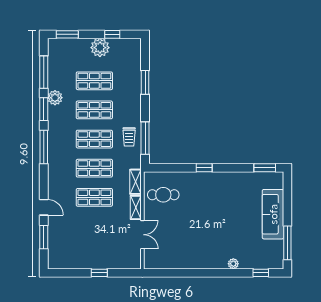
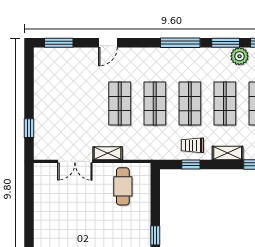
window: (145, 138) -> (191, 164), width x0.46
shelving: (135, 182) -> (228, 153), moved
window: (44, 237) -> (59, 43), moved
window: (99, 273) -> (29, 128), moved

